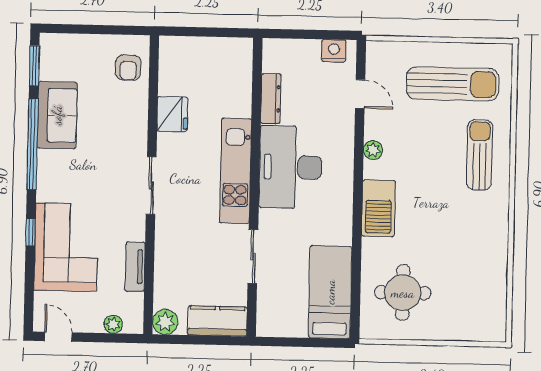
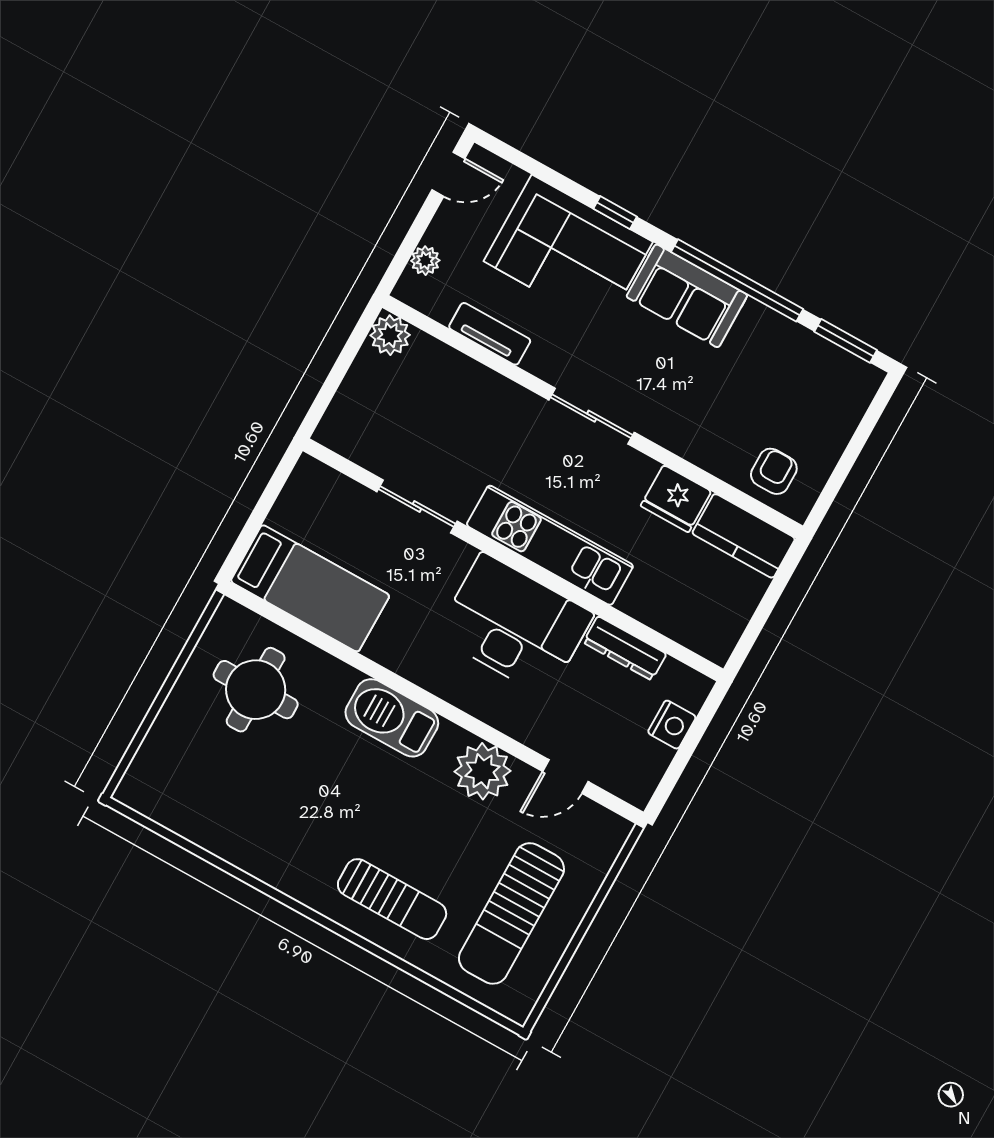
nightstand: (334, 51) -> (672, 725), moved
armchair: (128, 68) -> (774, 471), turned 90
sofa: (57, 115) -> (687, 296), moved
plant: (373, 150) -> (483, 771), width x1.87, depth x1.87
kitchen counter: (217, 321) -> (744, 536), moved, turned 90

